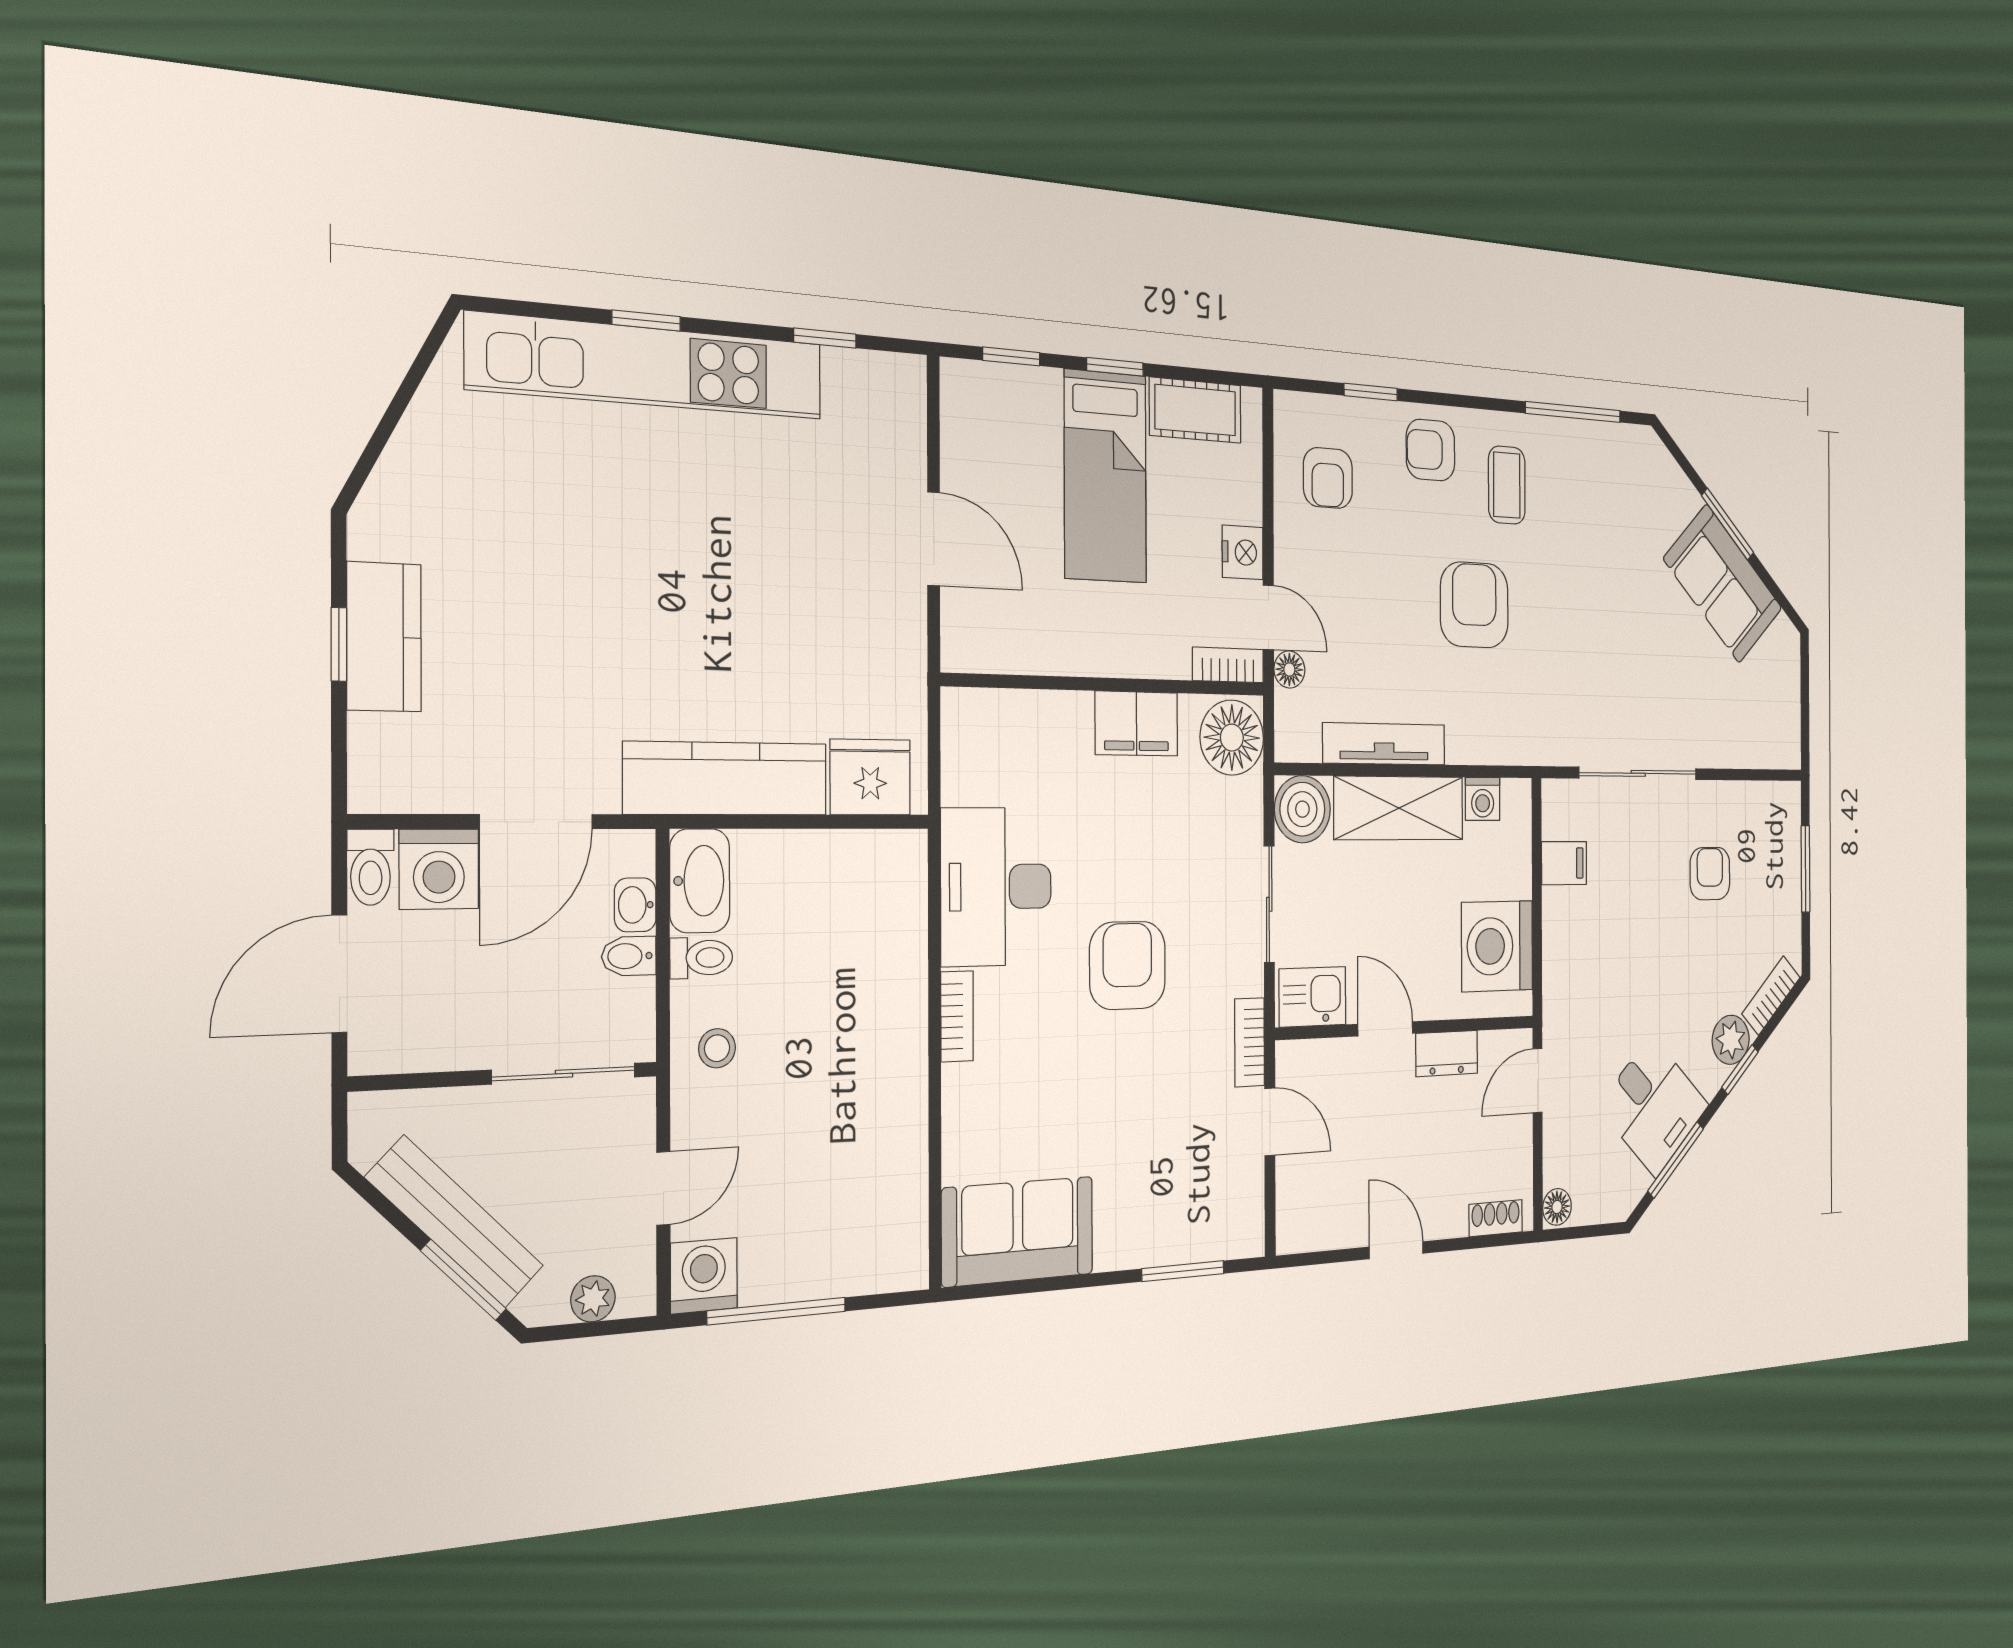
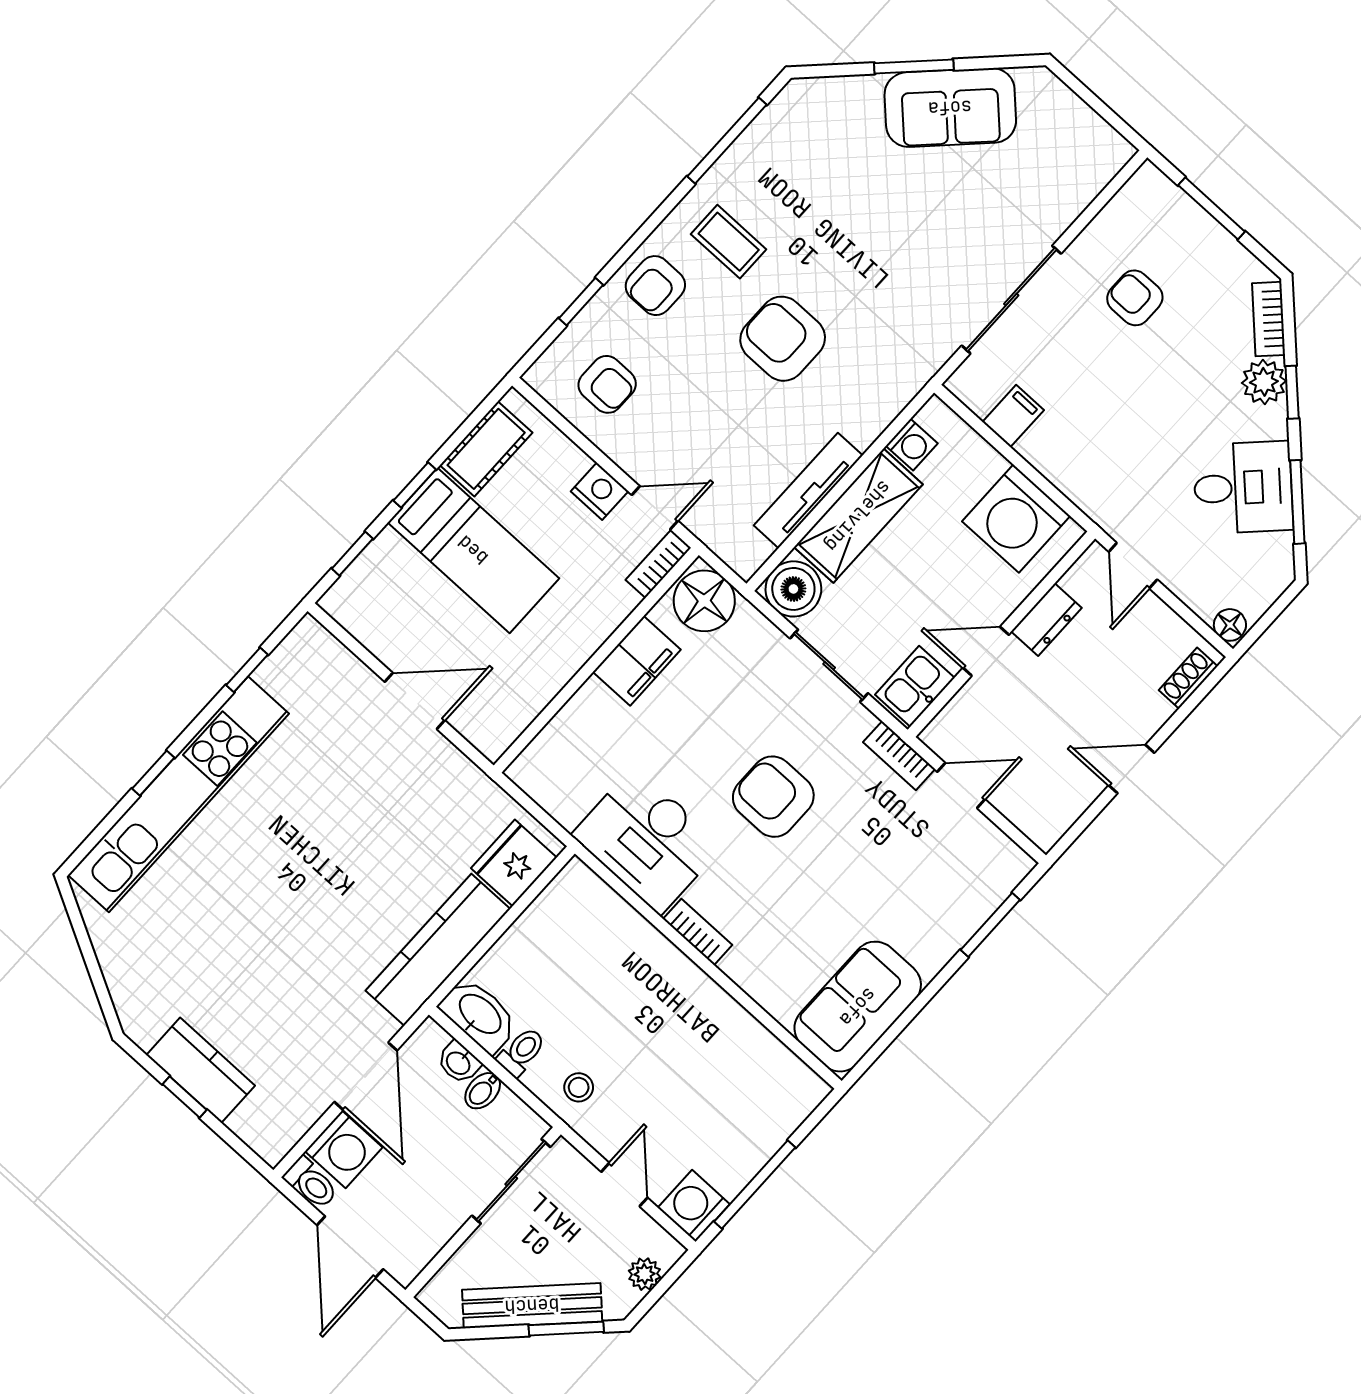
floor lamp: (1289, 670) -> (700, 521), removed

